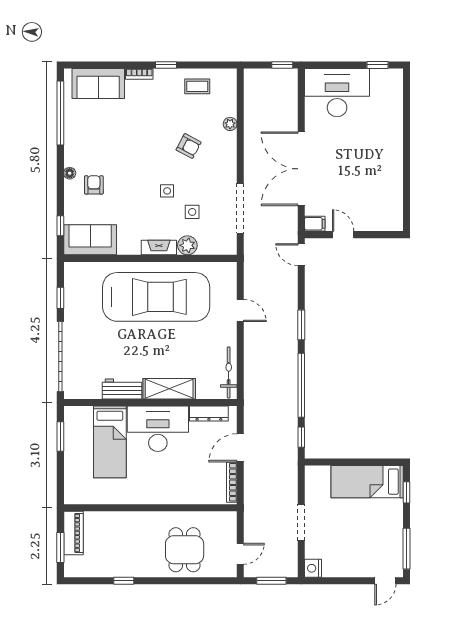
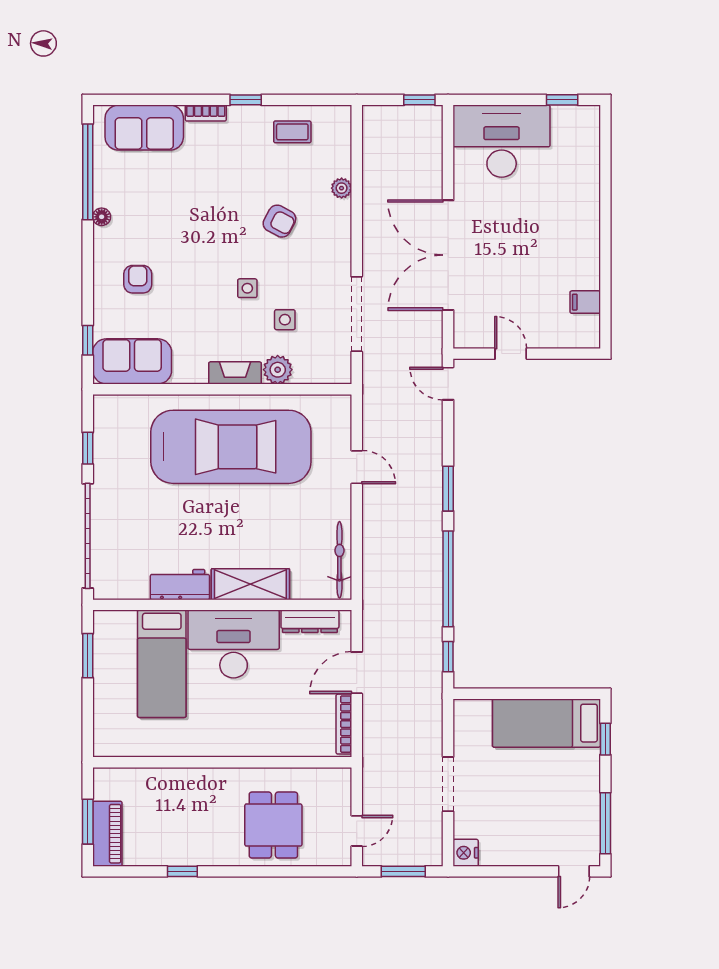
floor lamp: (70, 173) -> (102, 217), moved
filing cabinet: (315, 224) -> (585, 302), moved, turned 180
piano: (74, 533) -> (107, 834), moved

